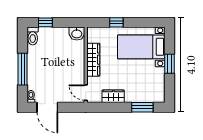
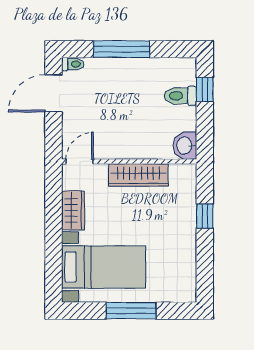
toilet: (33, 36) -> (180, 96), moved
bed with nightstands: (141, 47) -> (104, 267), moved, turned 90
window: (169, 64) -> (131, 311), width x1.44
window: (142, 107) -> (54, 263), removed

